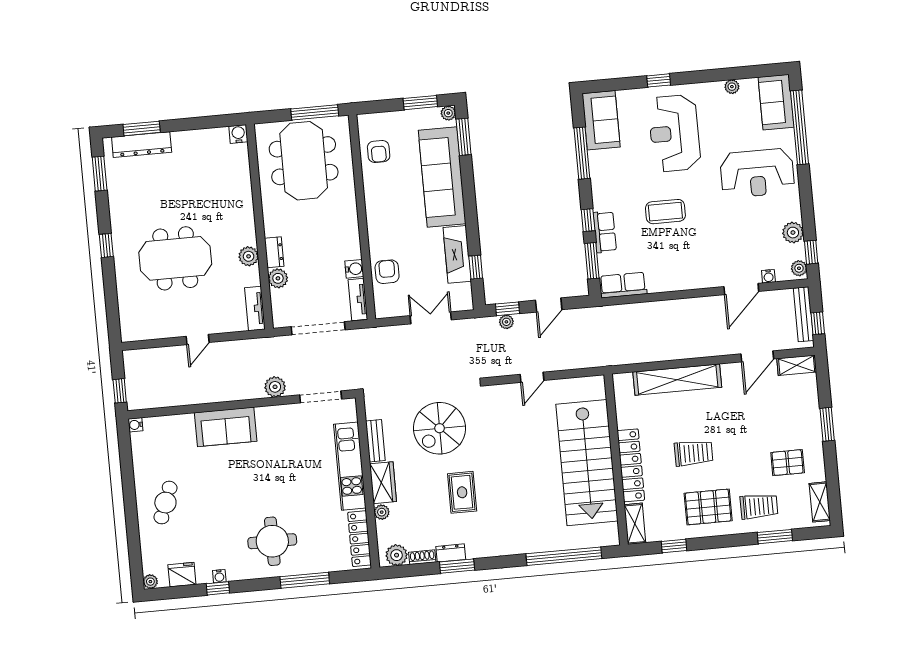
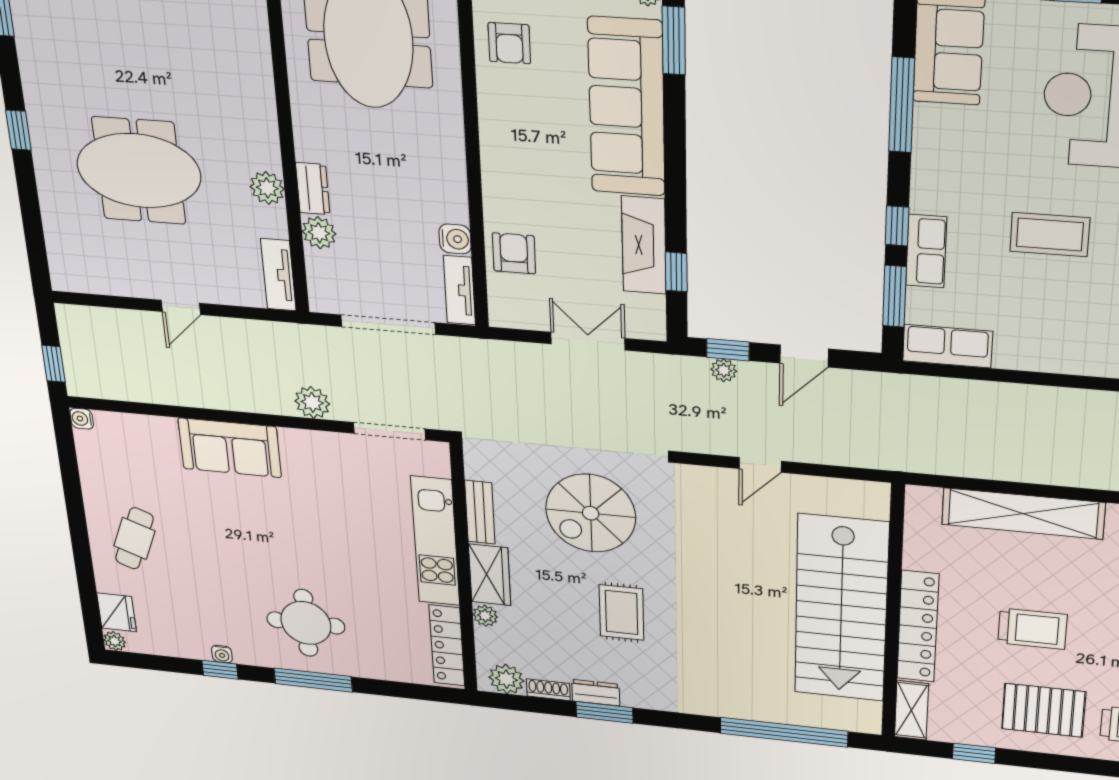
fridge: (182, 575) -> (117, 612), moved, turned 90
window: (305, 580) -> (313, 680), moved

